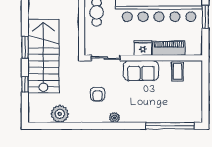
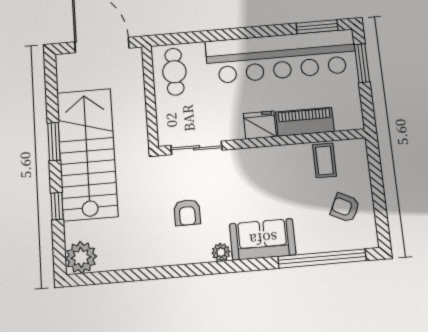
sofa: (141, 71) -> (263, 239), moved, turned 180
armchair: (186, 99) -> (345, 208), added
plant: (60, 114) -> (81, 257), moved

